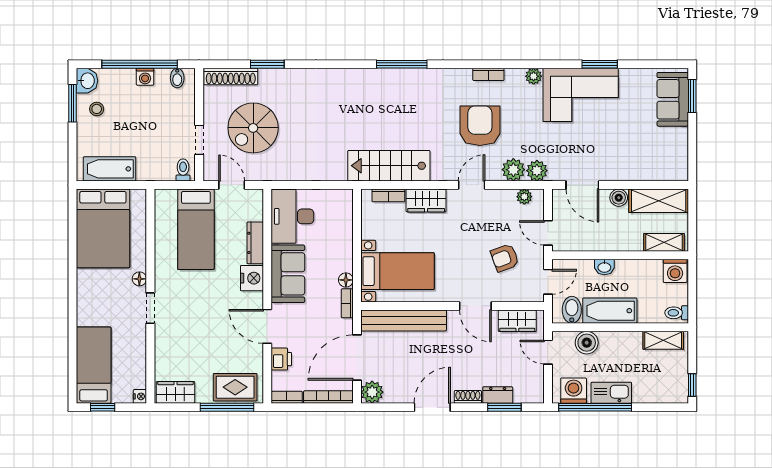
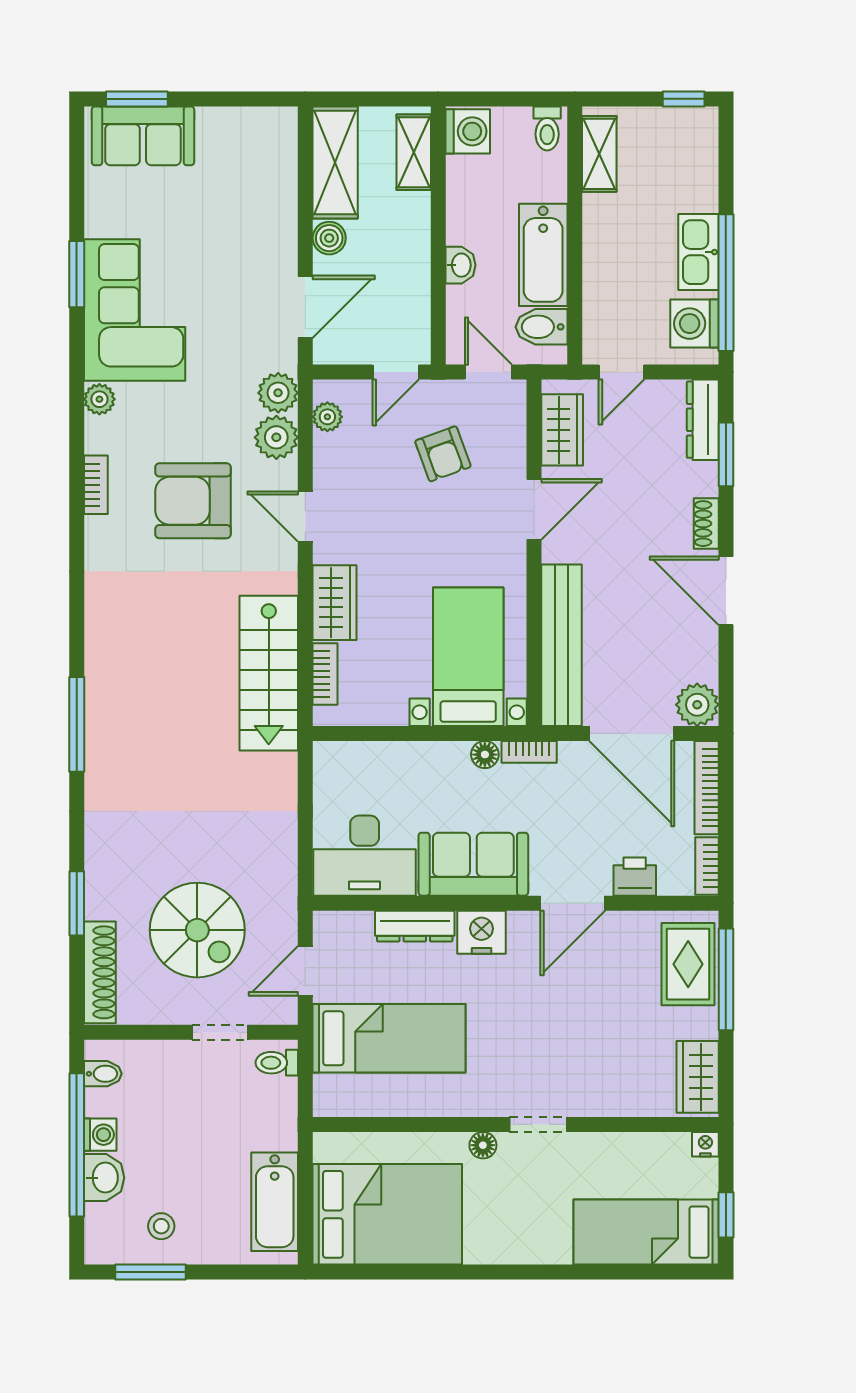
window: (402, 64) -> (77, 724), moved
washbasin: (87, 81) -> (104, 1178), moved, turned 90
boiler: (587, 343) -> (604, 299), removed
dresser: (498, 395) -> (703, 420), moved, width x1.44

